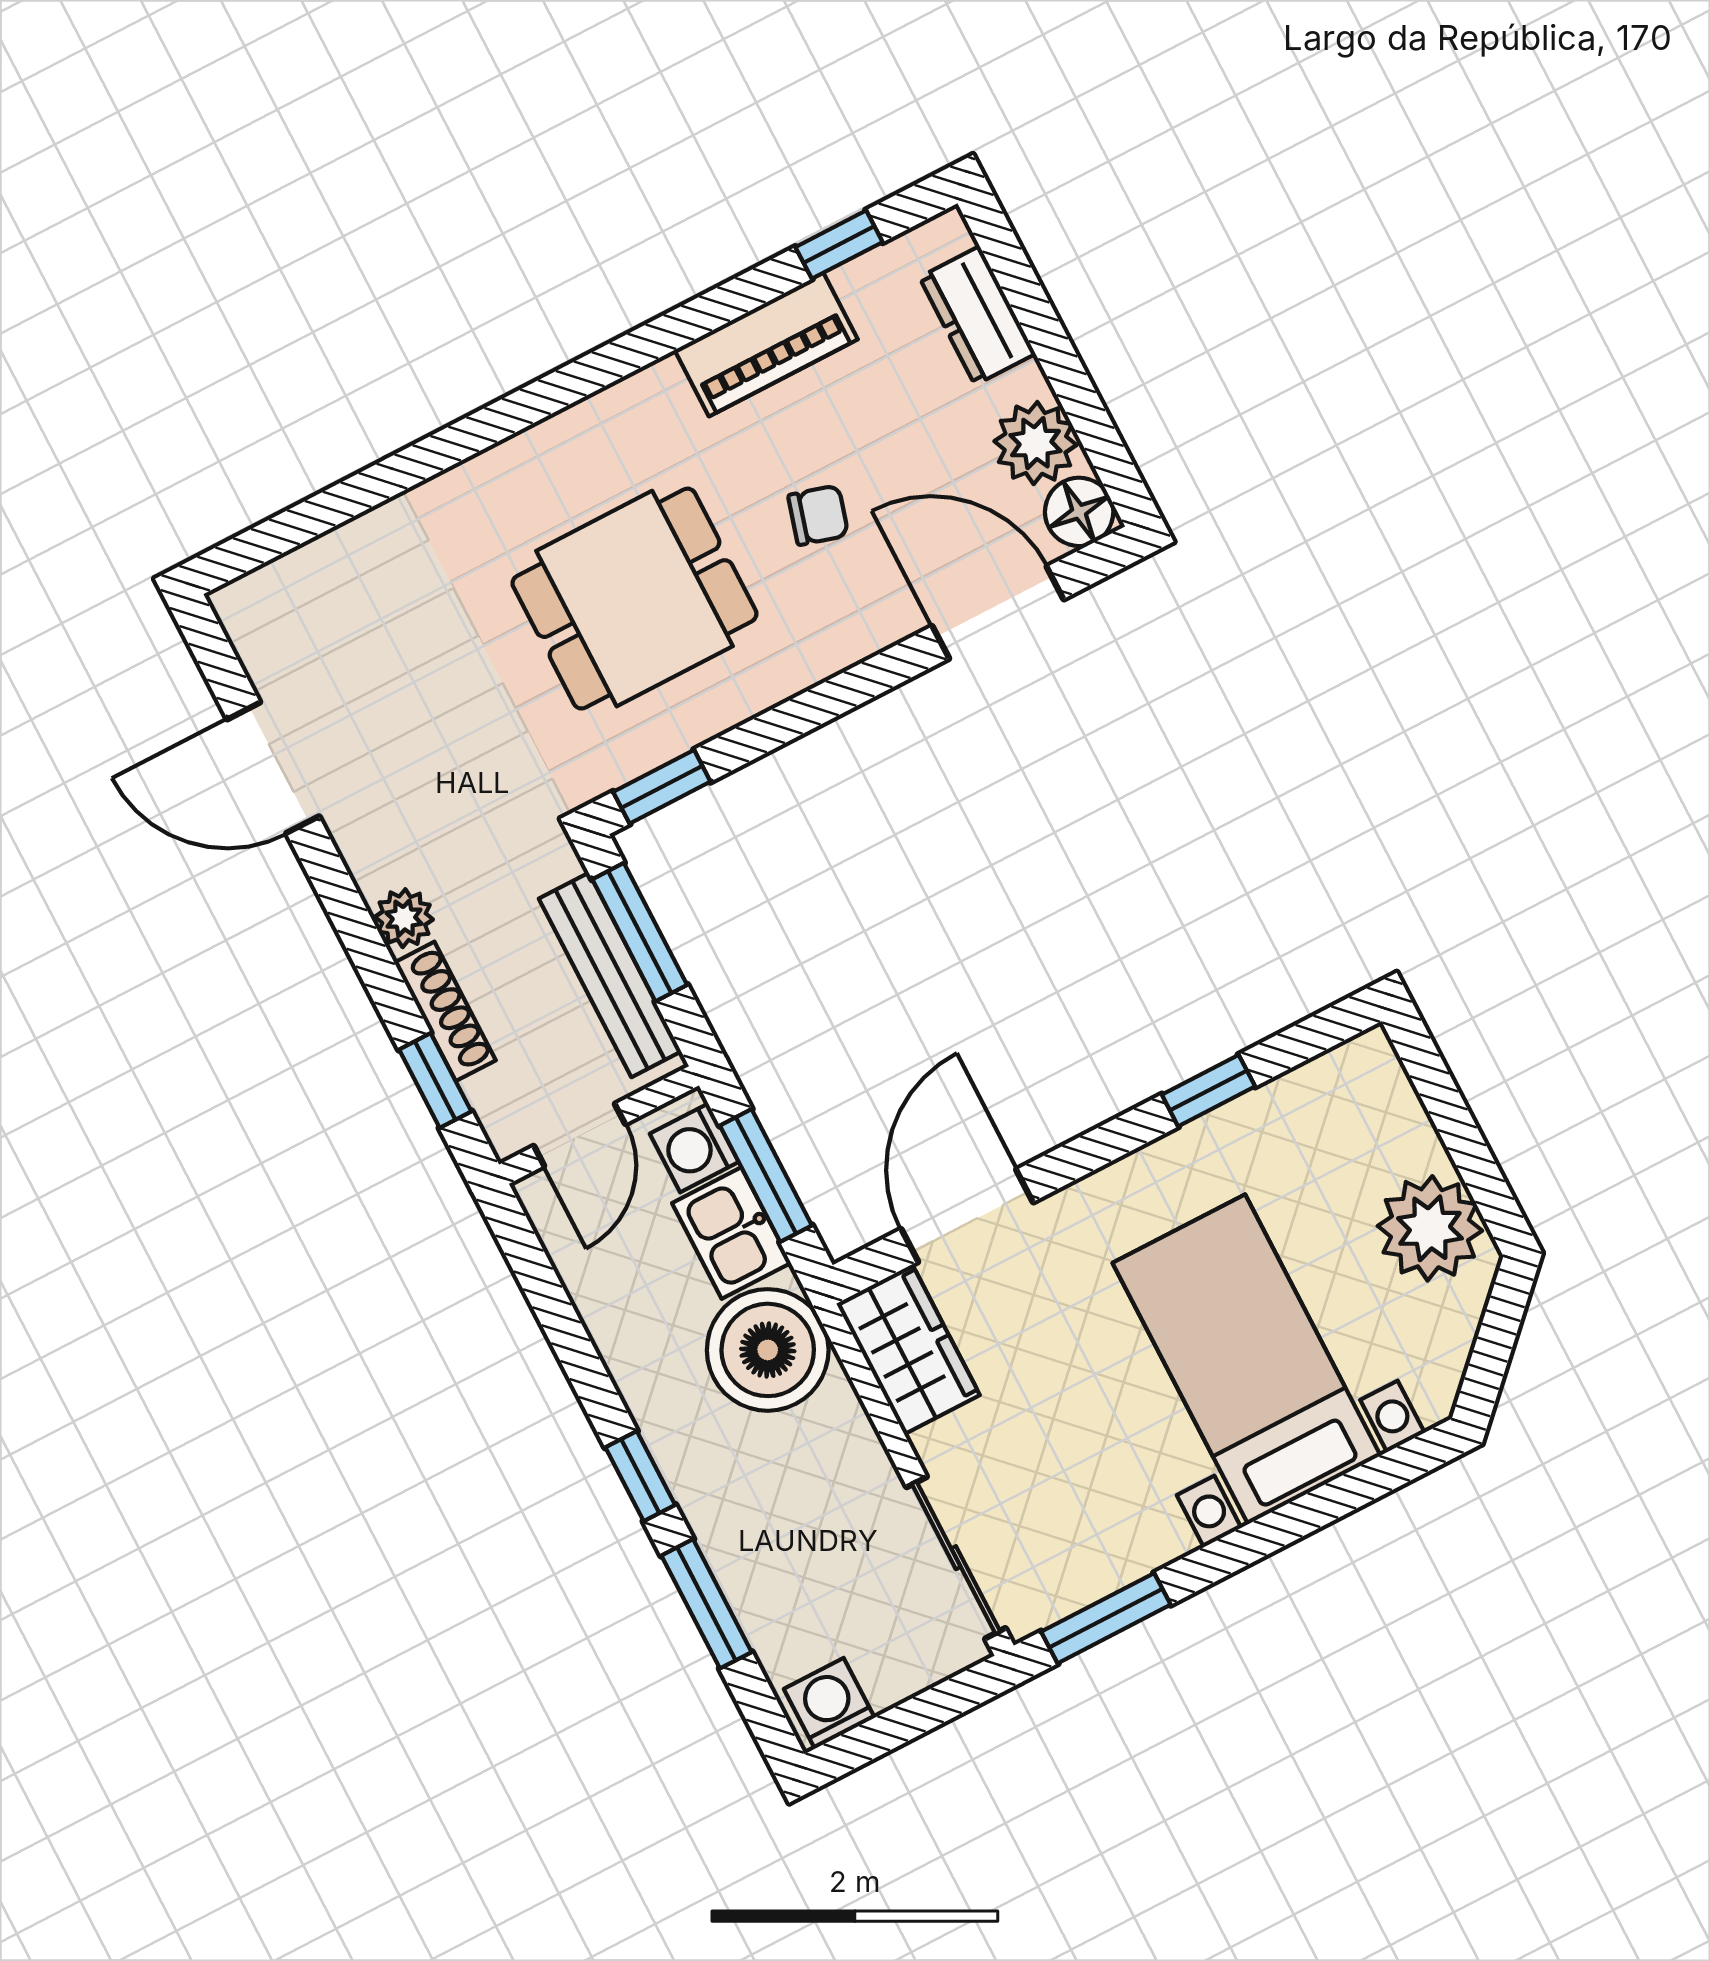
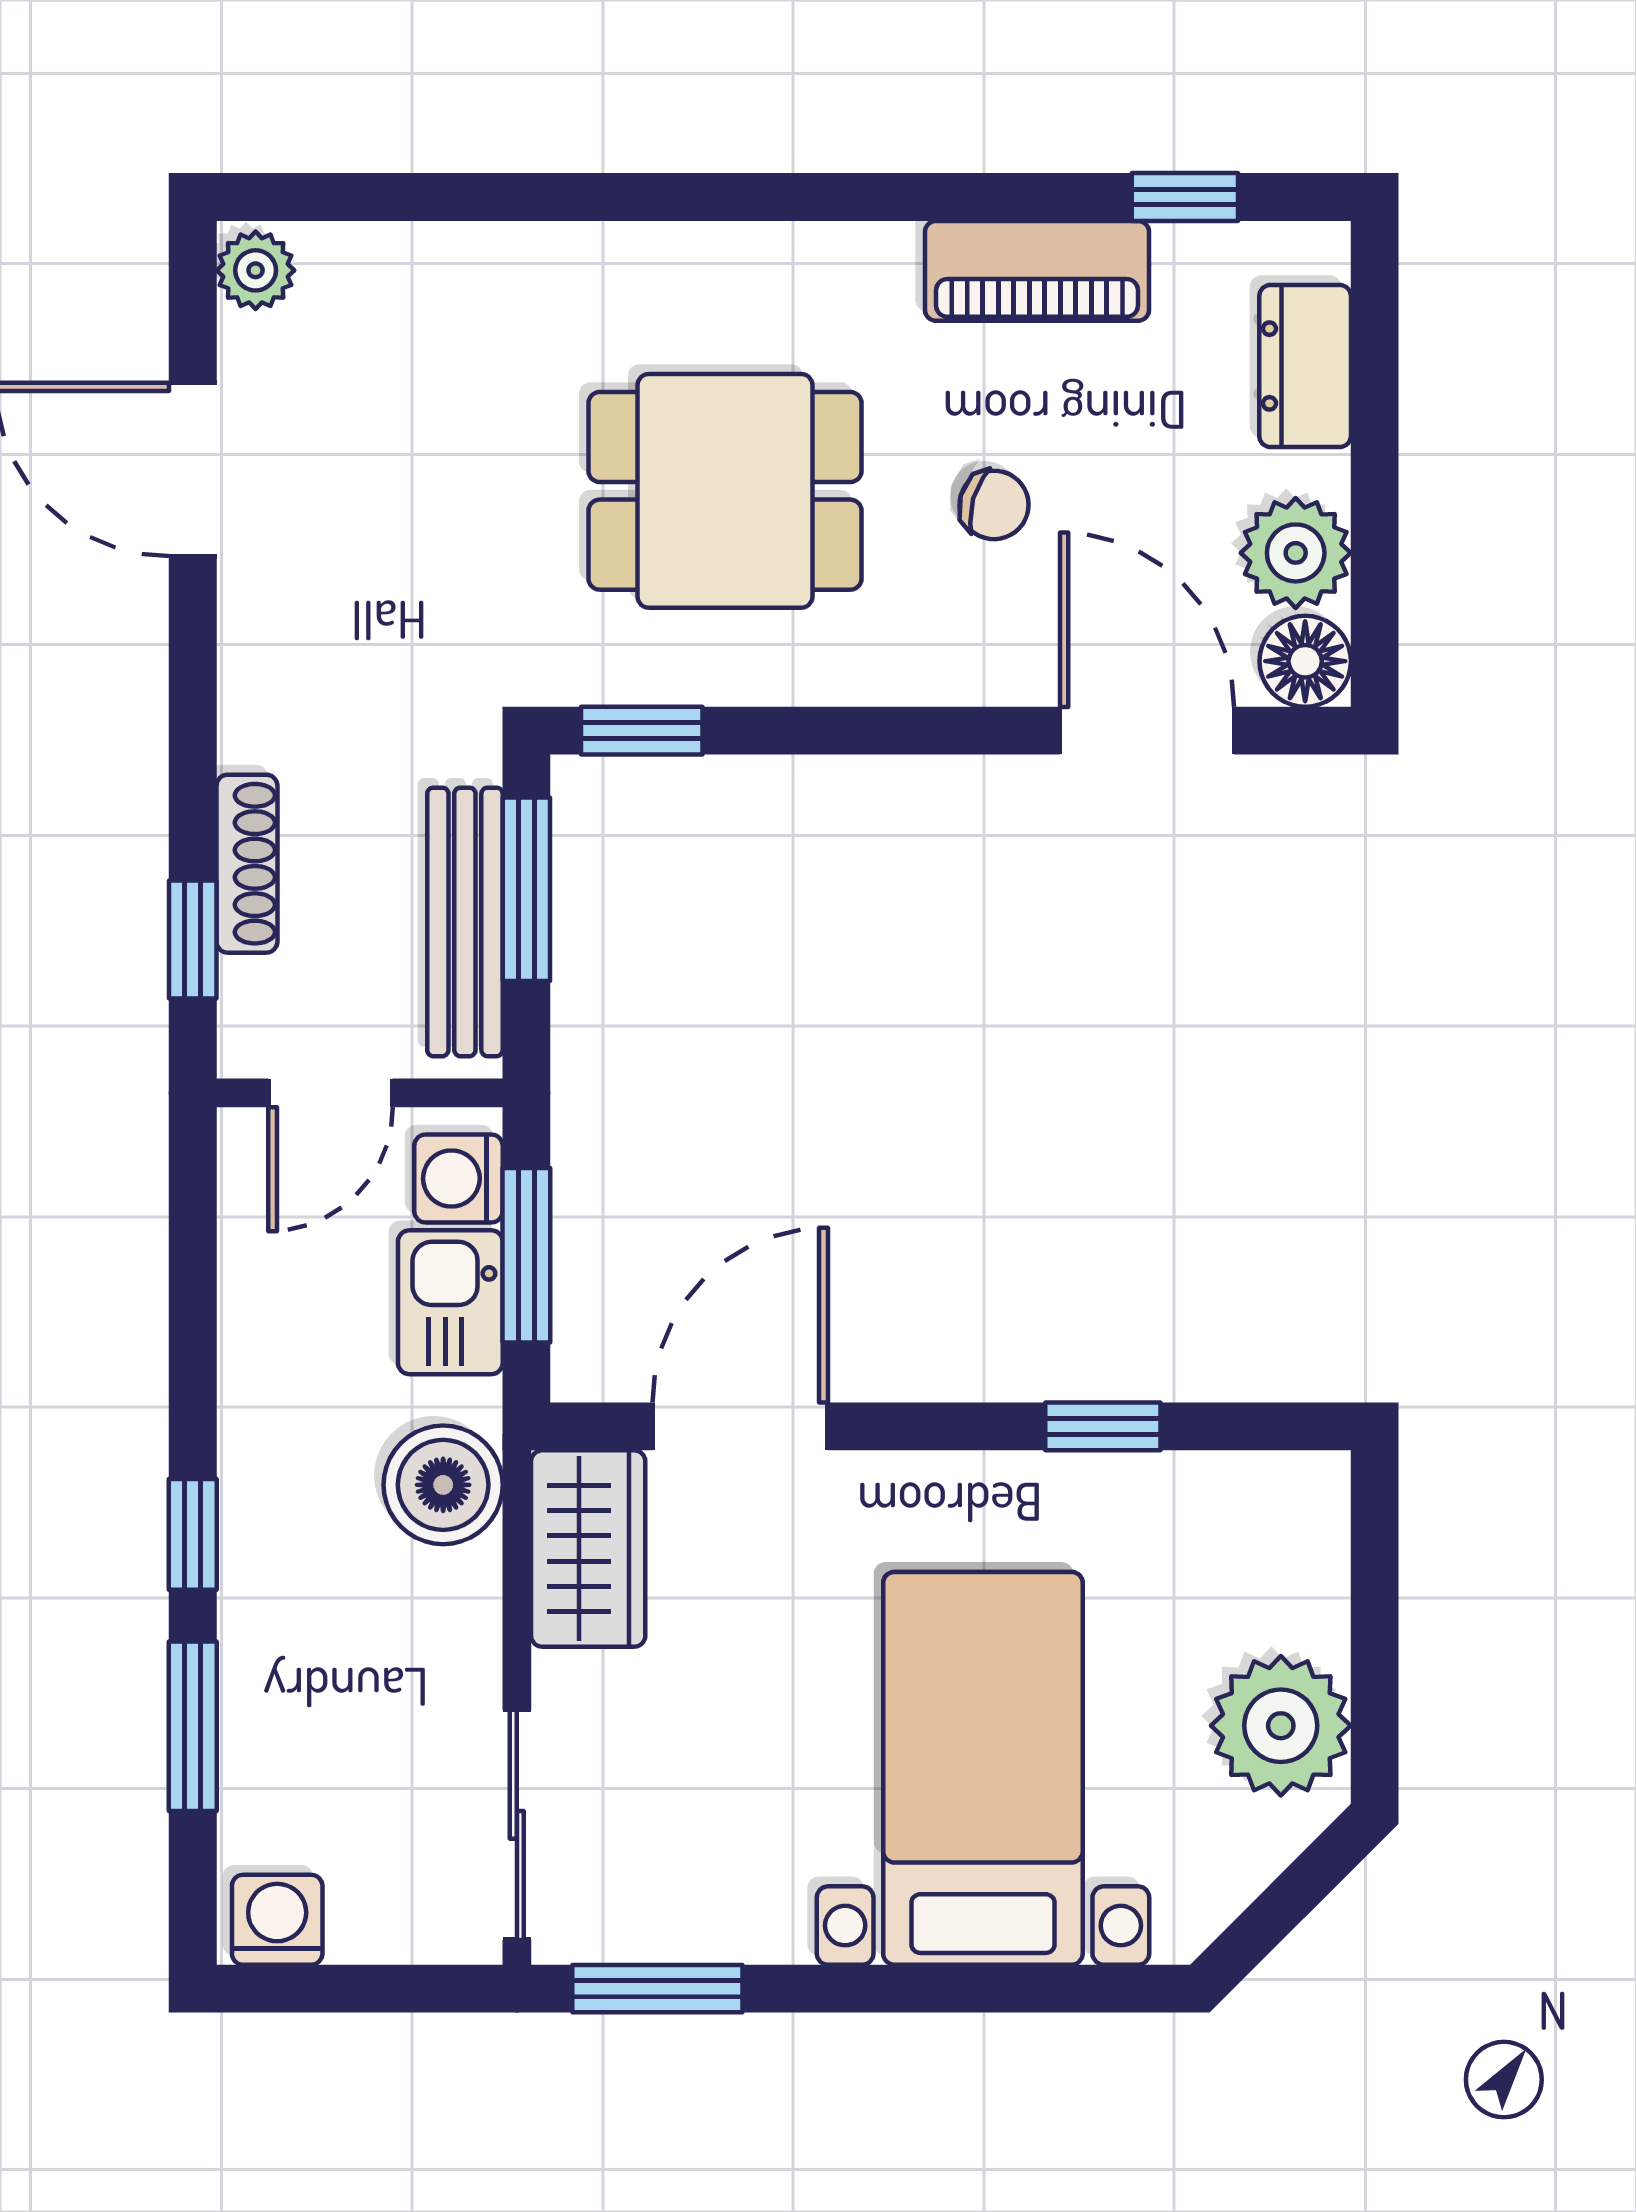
plant: (404, 918) -> (256, 270), moved
boiler: (768, 1350) -> (443, 1485), width x0.73, depth x0.73

